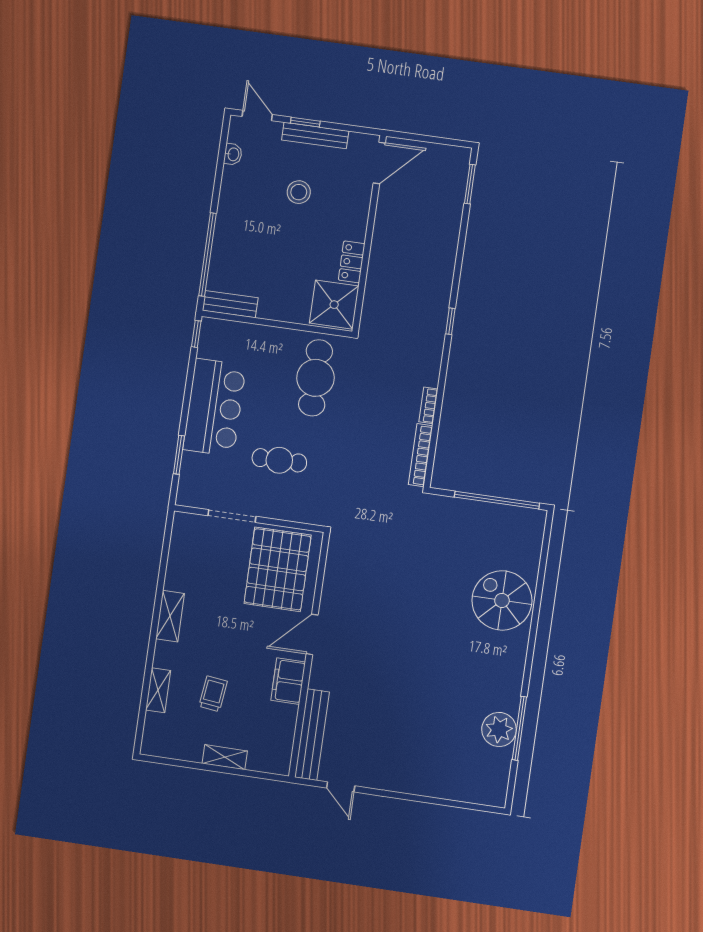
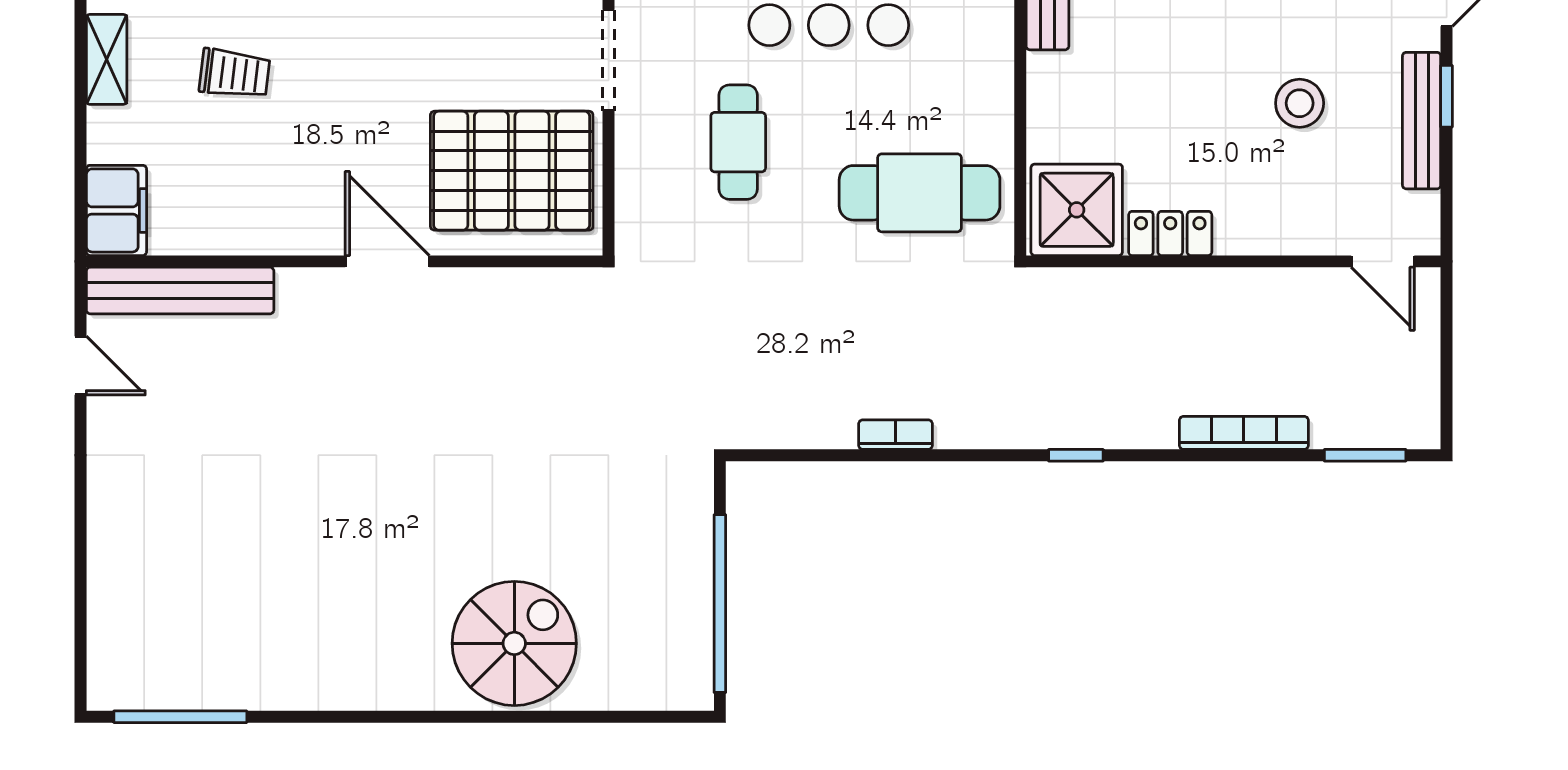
door: (379, 163) -> (1383, 261), width x0.73
bookcase: (421, 455) -> (1244, 433), moved
filing cabinet: (288, 681) -> (116, 210), moved, turned 90
window: (519, 728) -> (180, 717), moved
plant: (499, 729) -> (247, 675), removed
shelving: (225, 757) -> (107, 59), moved
door: (341, 787) -> (81, 365), swing flipped

